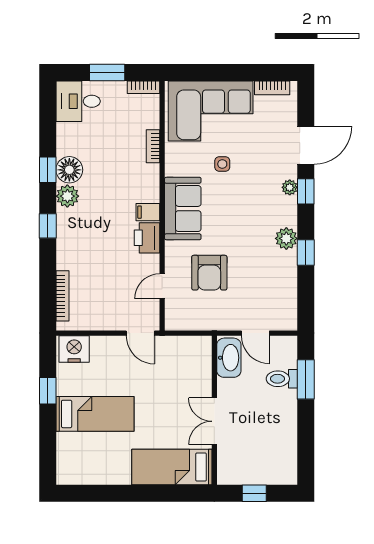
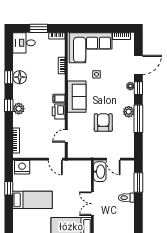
plant: (67, 196) -> (19, 109), moved
window: (306, 253) -> (138, 119), width x2.17
armchair: (209, 273) -> (103, 123), moved, turned 180
toilet: (282, 379) -> (126, 198), moved

